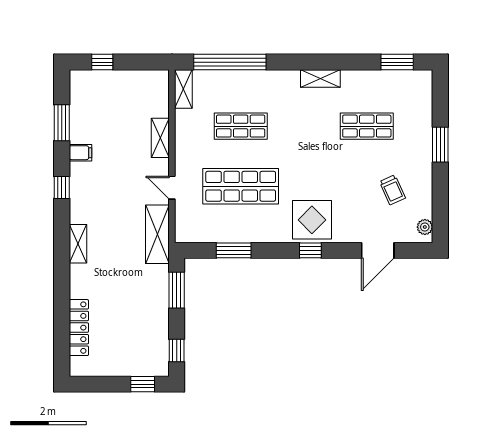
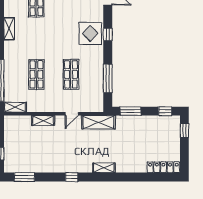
window: (62, 123) -> (24, 177), moved
filing cabinet: (80, 153) -> (52, 166), removed
shop shelf: (241, 186) -> (71, 74), width x0.70, depth x0.74
window: (234, 250) -> (108, 78), width x1.44
locker: (79, 328) -> (163, 167), moved

